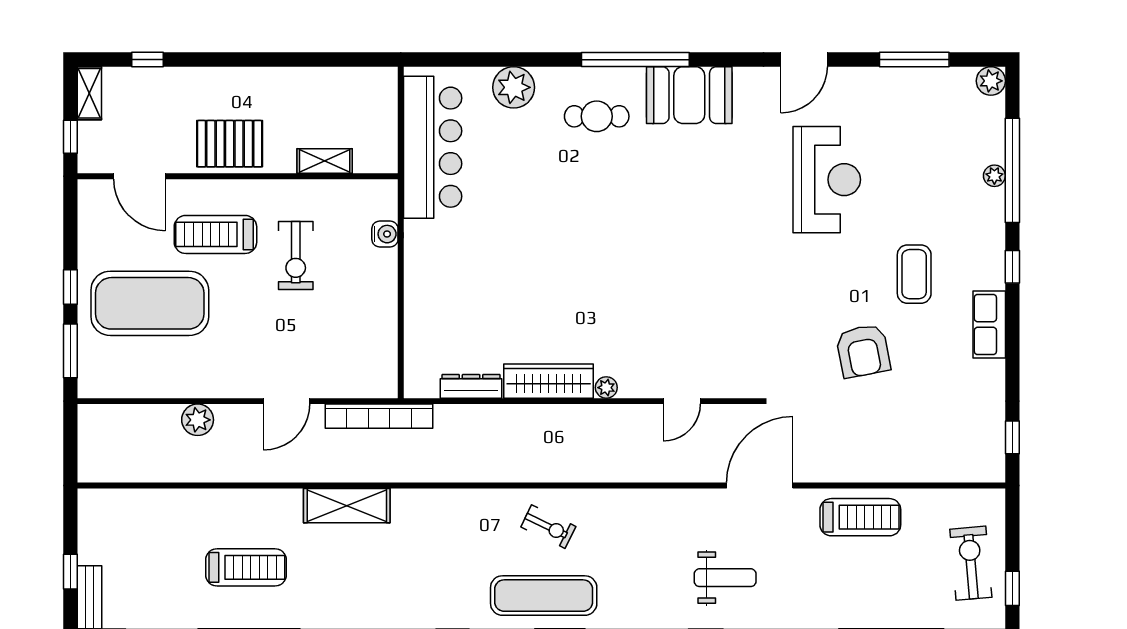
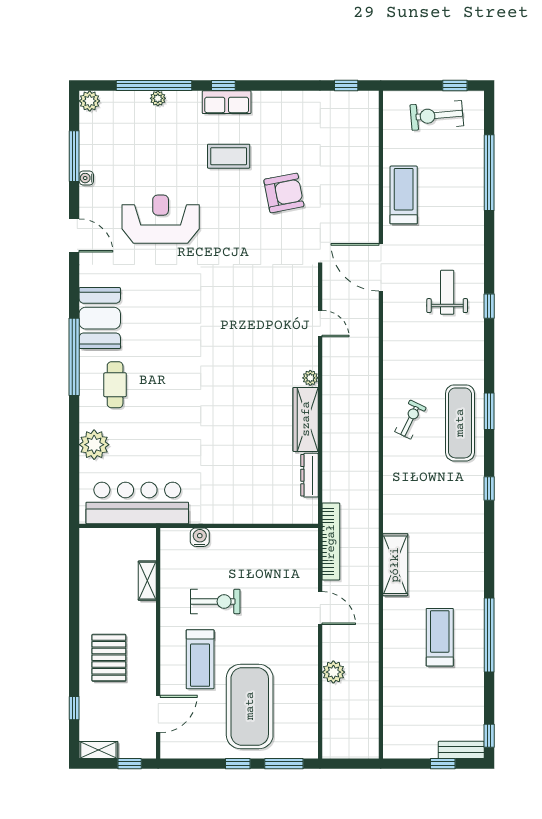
water cooler: (884, 76) -> (86, 178), added
pallet: (230, 144) -> (109, 658), moved
row of seats: (989, 325) -> (227, 102), moved

